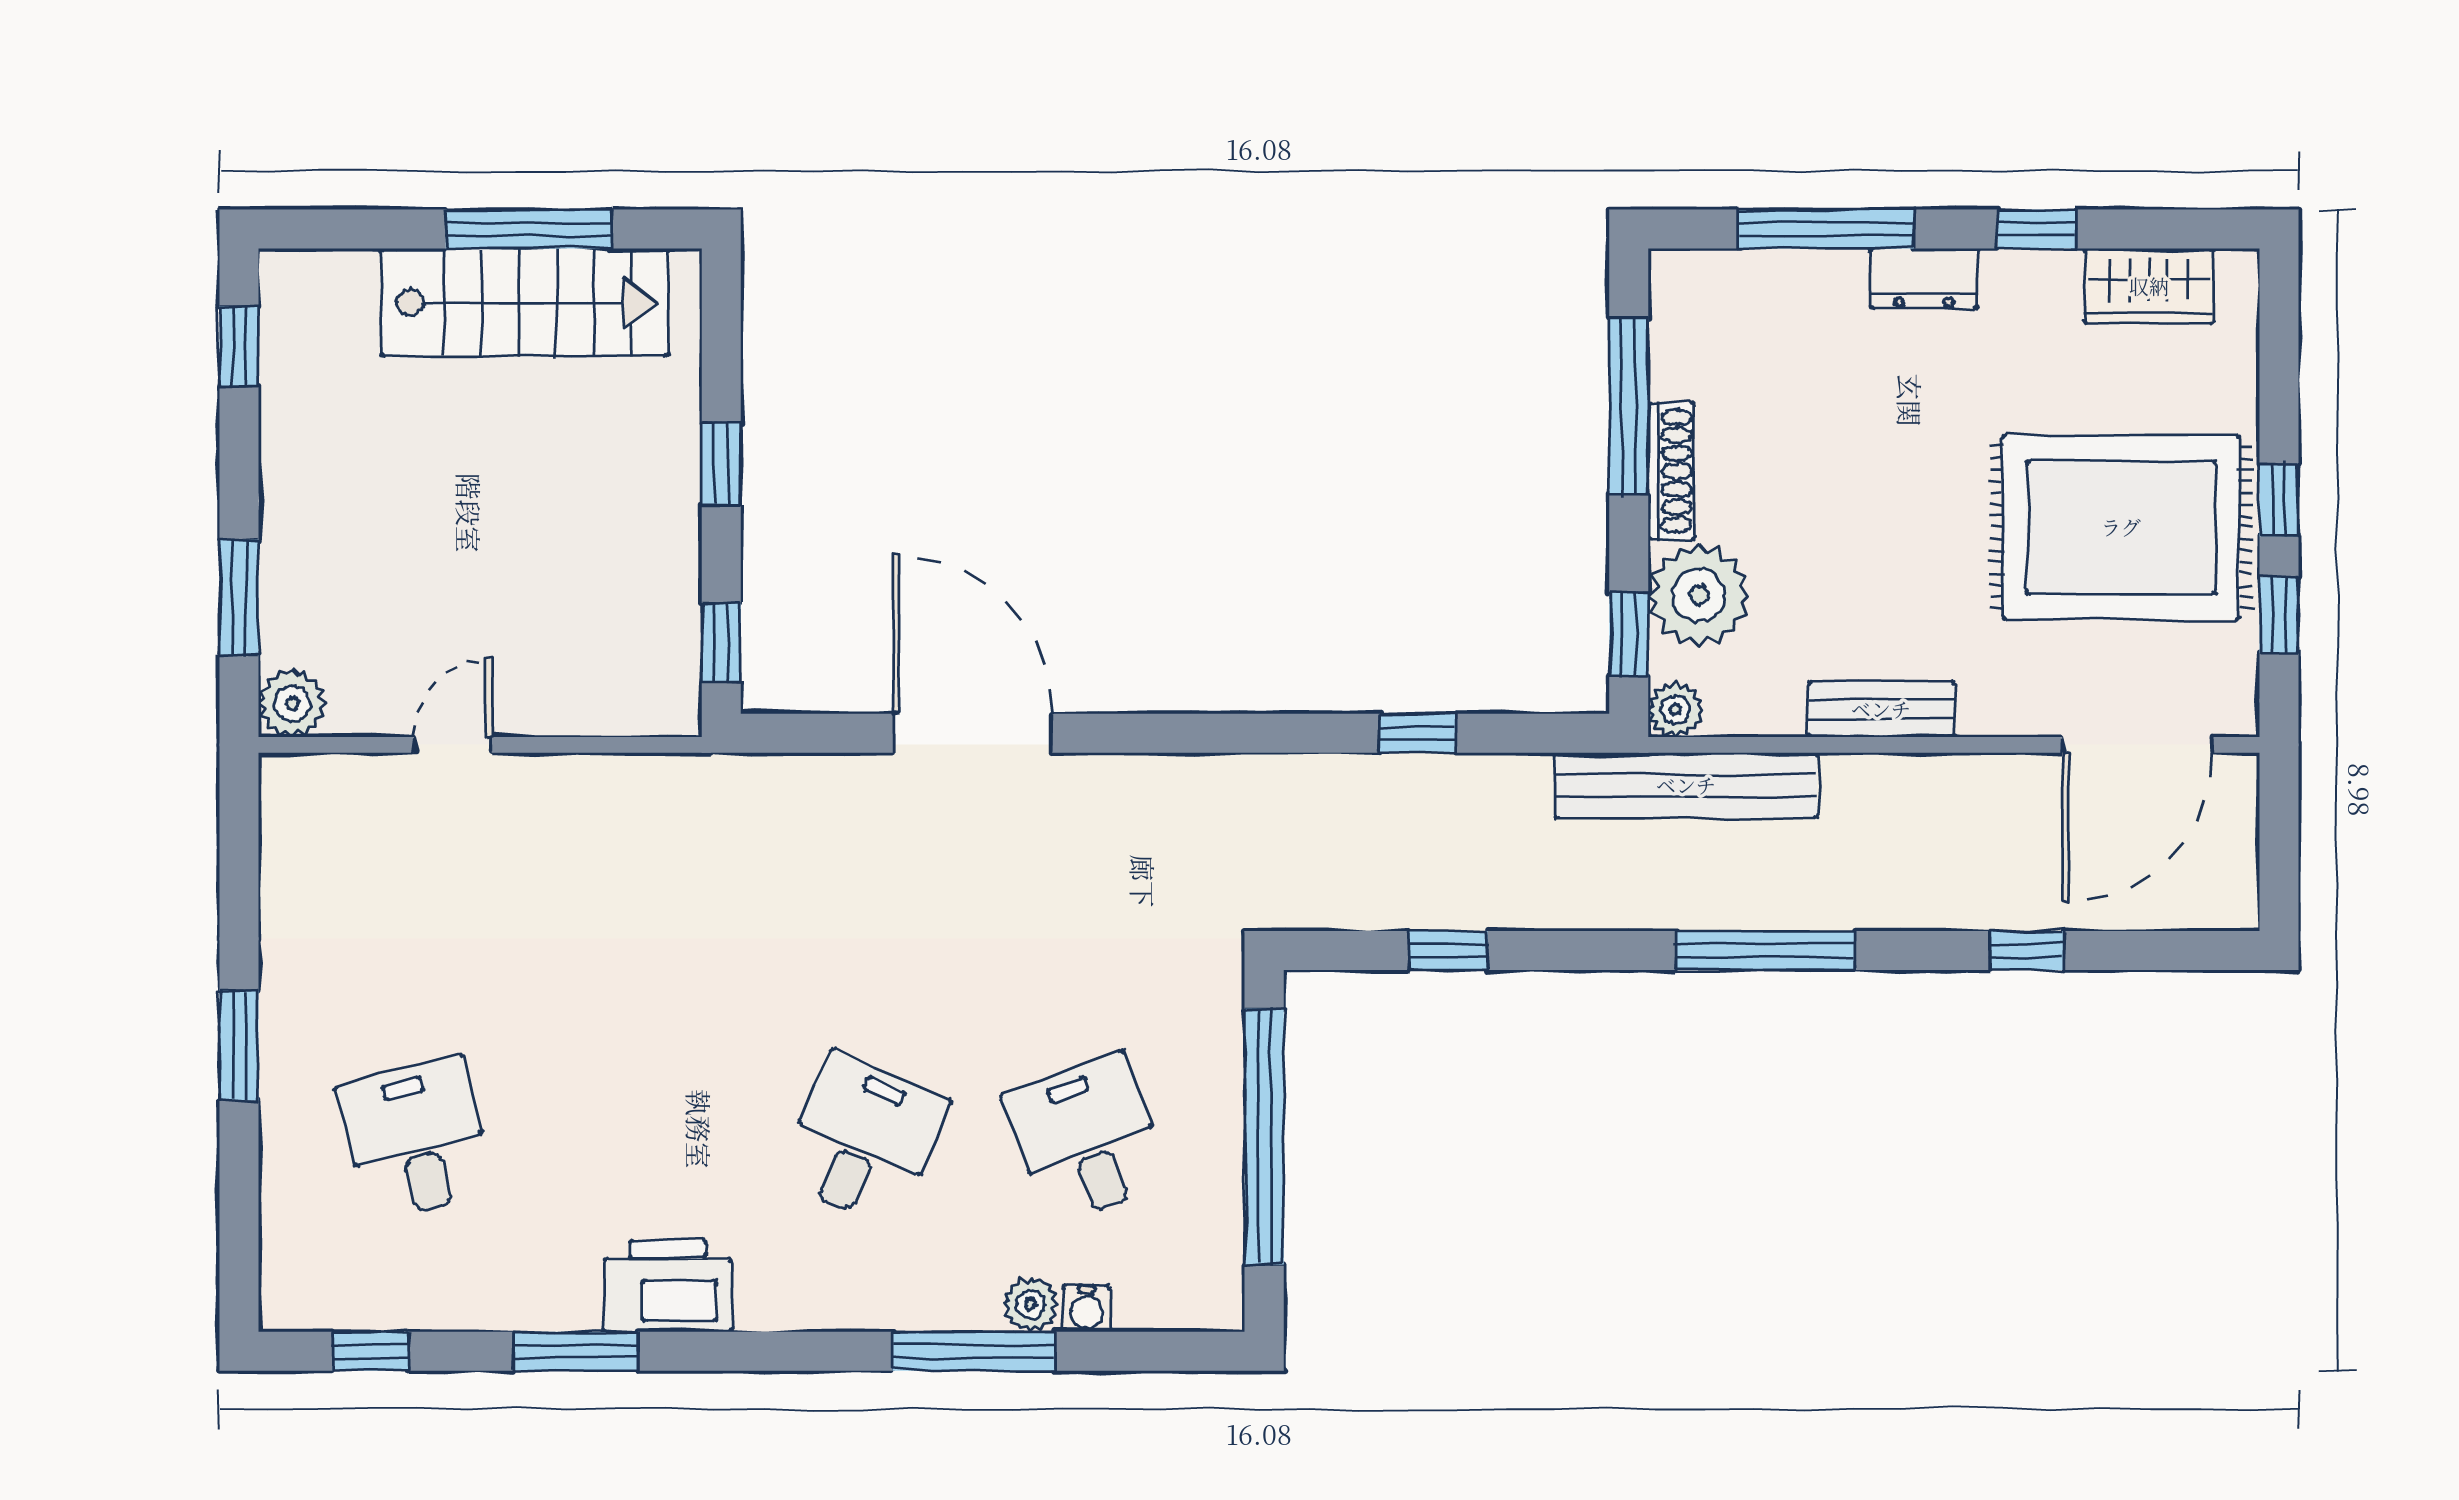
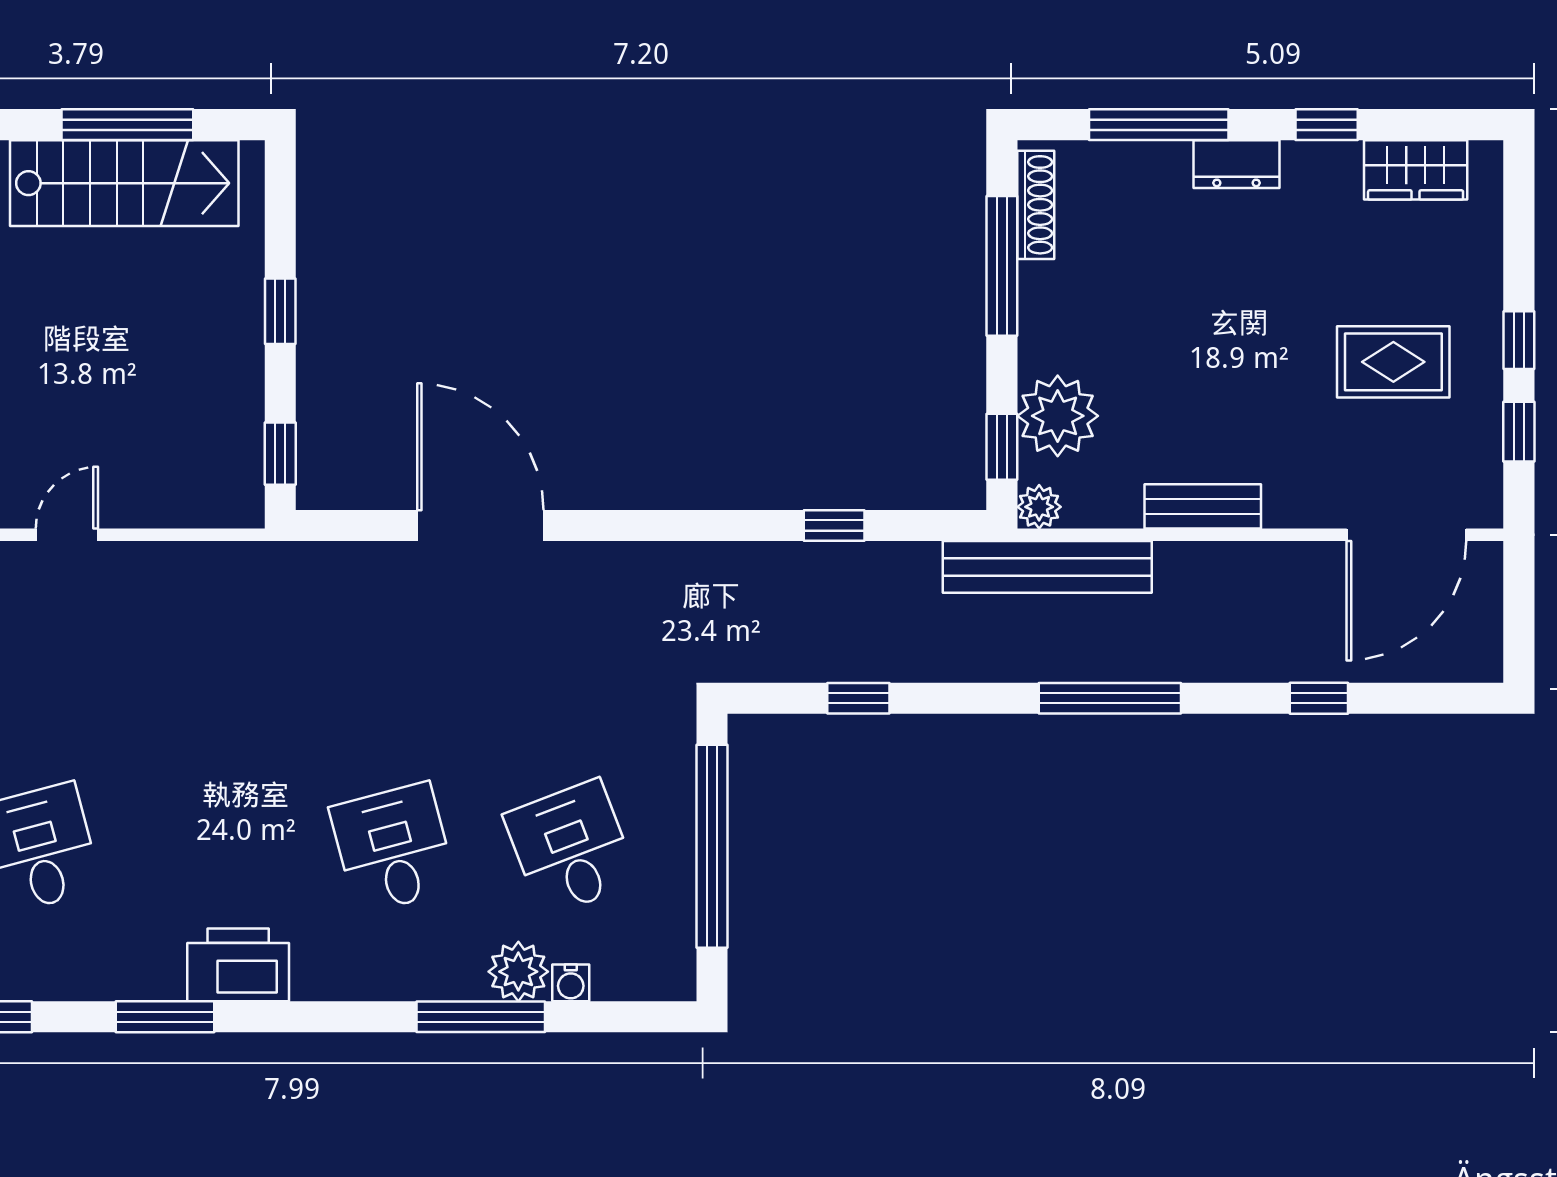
shoe rack: (1671, 471) -> (1036, 205), moved
rug: (2121, 527) -> (1393, 362), width x0.54, depth x0.49
desk: (863, 1139) -> (393, 848), turned -39
plant: (1031, 1304) -> (518, 972), width x1.38, depth x1.38

